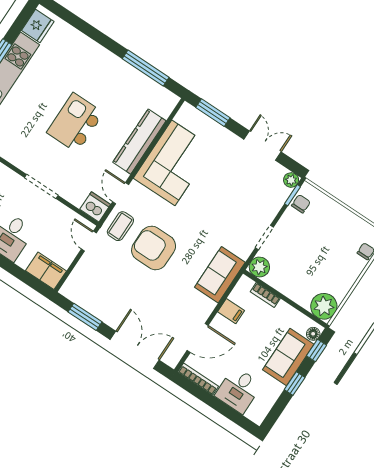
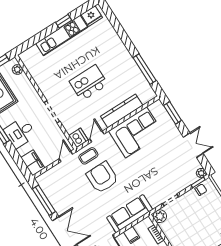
sofa: (220, 275) -> (130, 214), width x1.36
window: (85, 317) -> (44, 200), width x1.44

